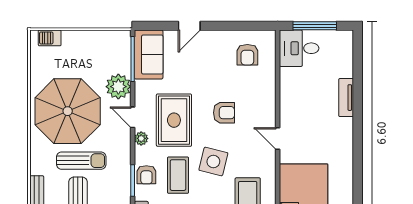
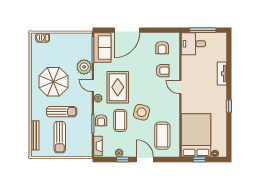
door: (189, 26) -> (127, 30), width x1.87
parasol: (68, 111) -> (53, 82), width x0.73, depth x0.73
armchair: (224, 113) -> (163, 71), moved
door: (278, 139) -> (180, 87), moved
window: (358, 151) -> (229, 106), added

